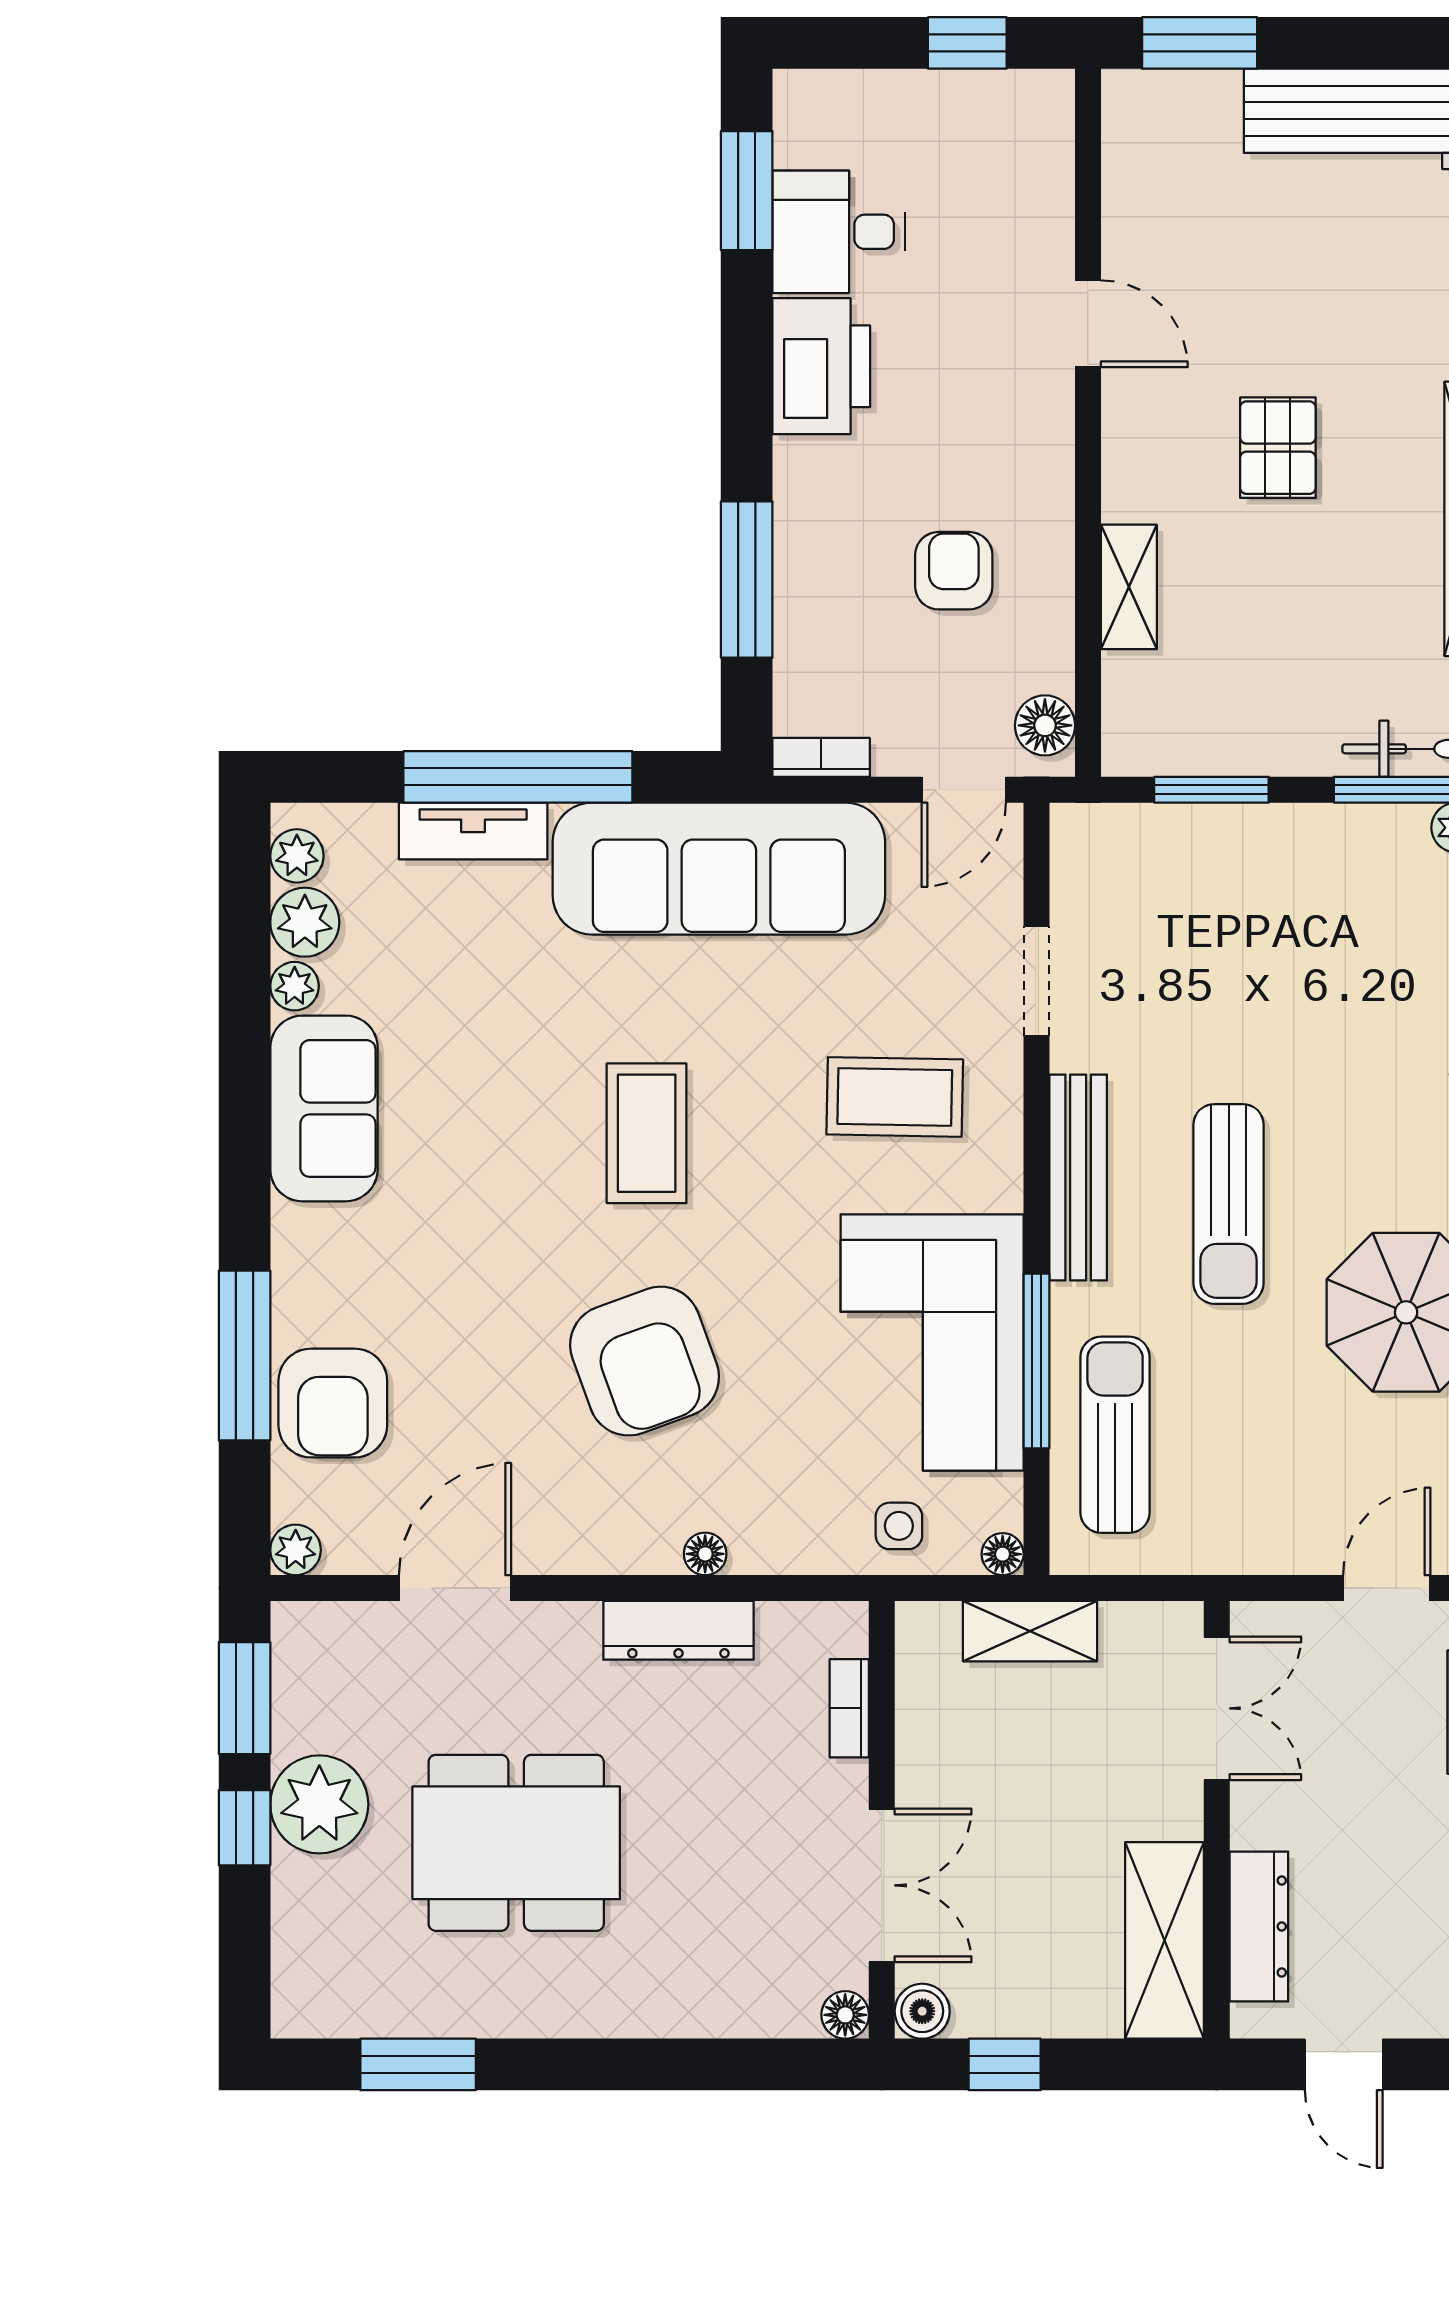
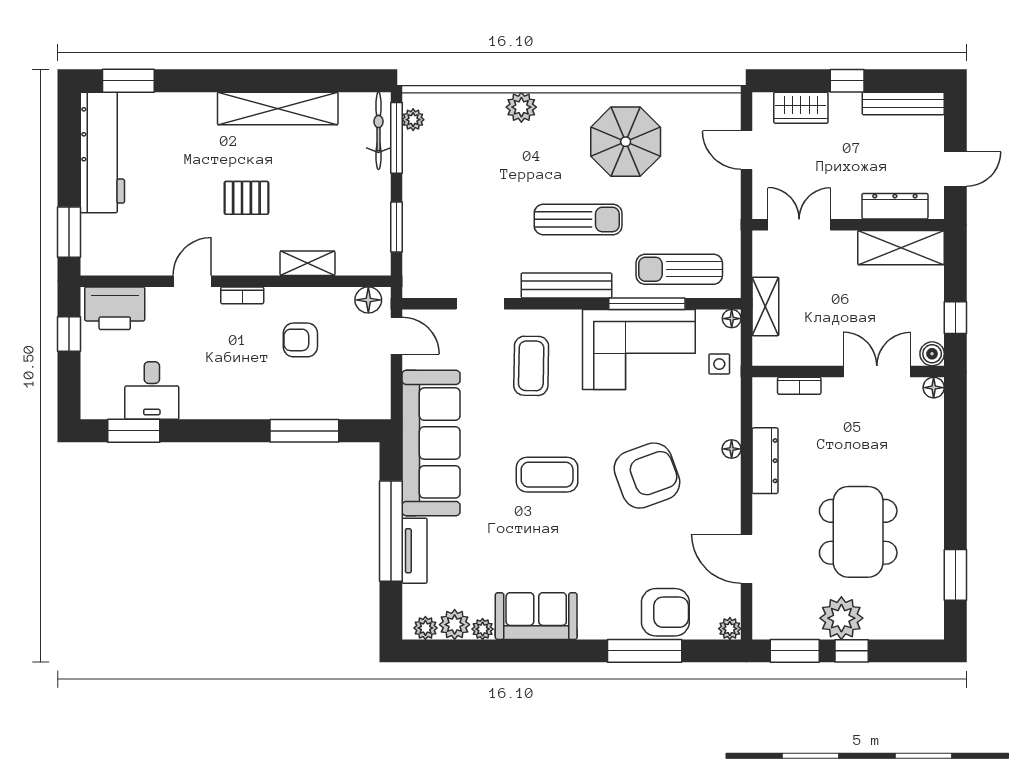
printer: (821, 366) -> (115, 308), moved, turned 180
bookcase: (821, 757) -> (242, 295), moved, turned -90

